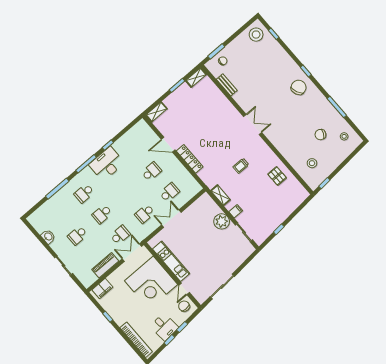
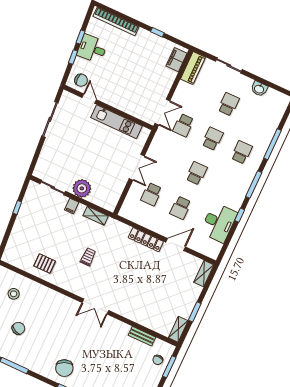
desk: (107, 164) -> (219, 223), moved
school desk: (145, 214) -> (197, 173), moved
piano: (105, 265) -> (193, 68), moved
corner desk: (151, 283) -> (128, 89), removed

